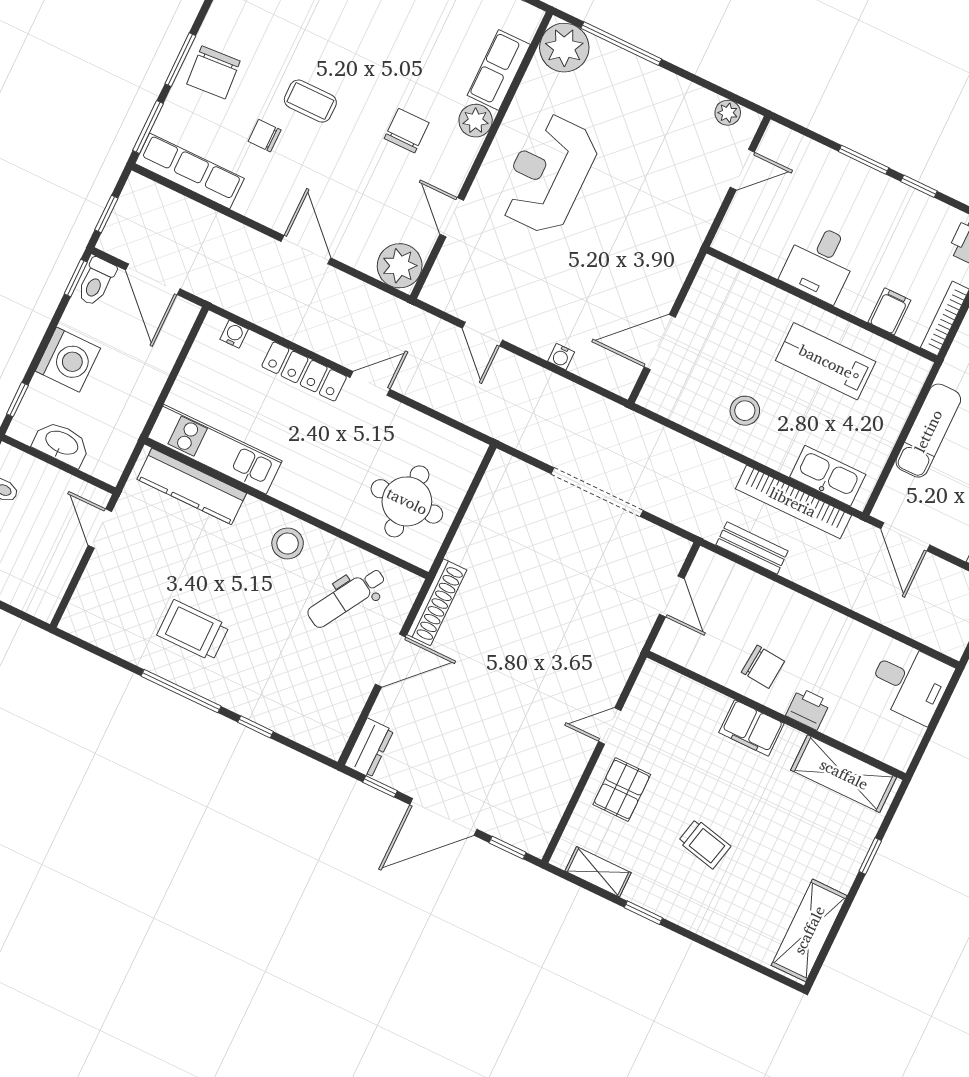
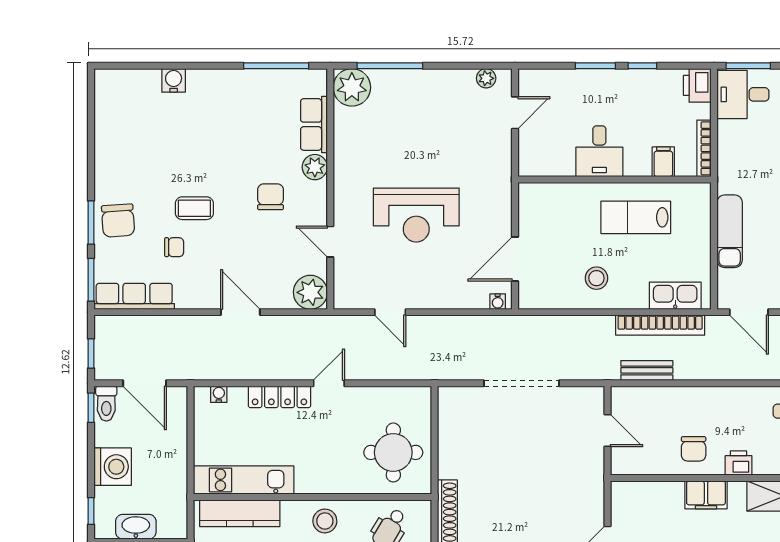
chair: (265, 136) -> (174, 247), turned 180
reception desk: (548, 174) -> (416, 215), moved, turned -90
water cooler: (561, 357) -> (498, 302), moved
chair: (763, 667) -> (694, 449), turned 85

